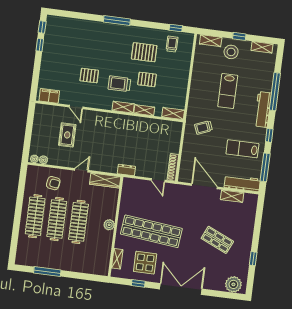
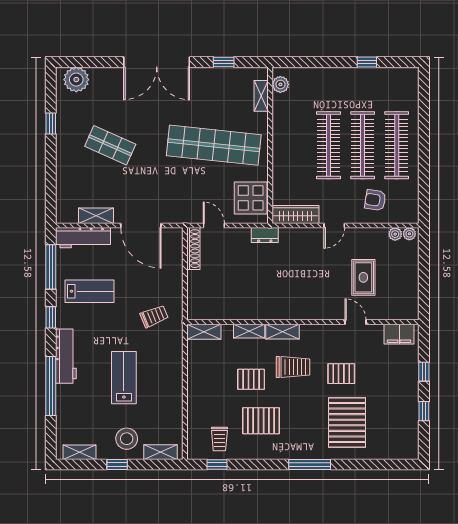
window: (42, 27) -> (424, 372), moved
pallet: (90, 44) -> (347, 422), added
plant: (109, 225) -> (280, 84), moved
display table: (145, 263) -> (251, 198), moved
window: (47, 272) -> (367, 62), width x0.46

